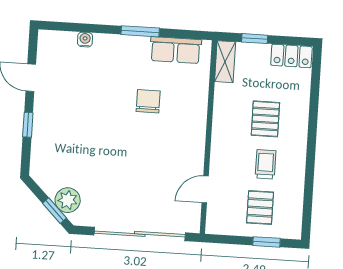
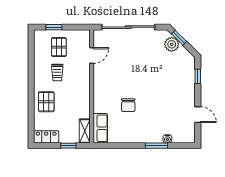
window: (140, 31) -> (156, 146), moved
row of seats: (176, 50) -> (100, 128), moved, turned 90
pallet: (265, 119) -> (46, 102), moved
window: (28, 125) -> (198, 76), moved

